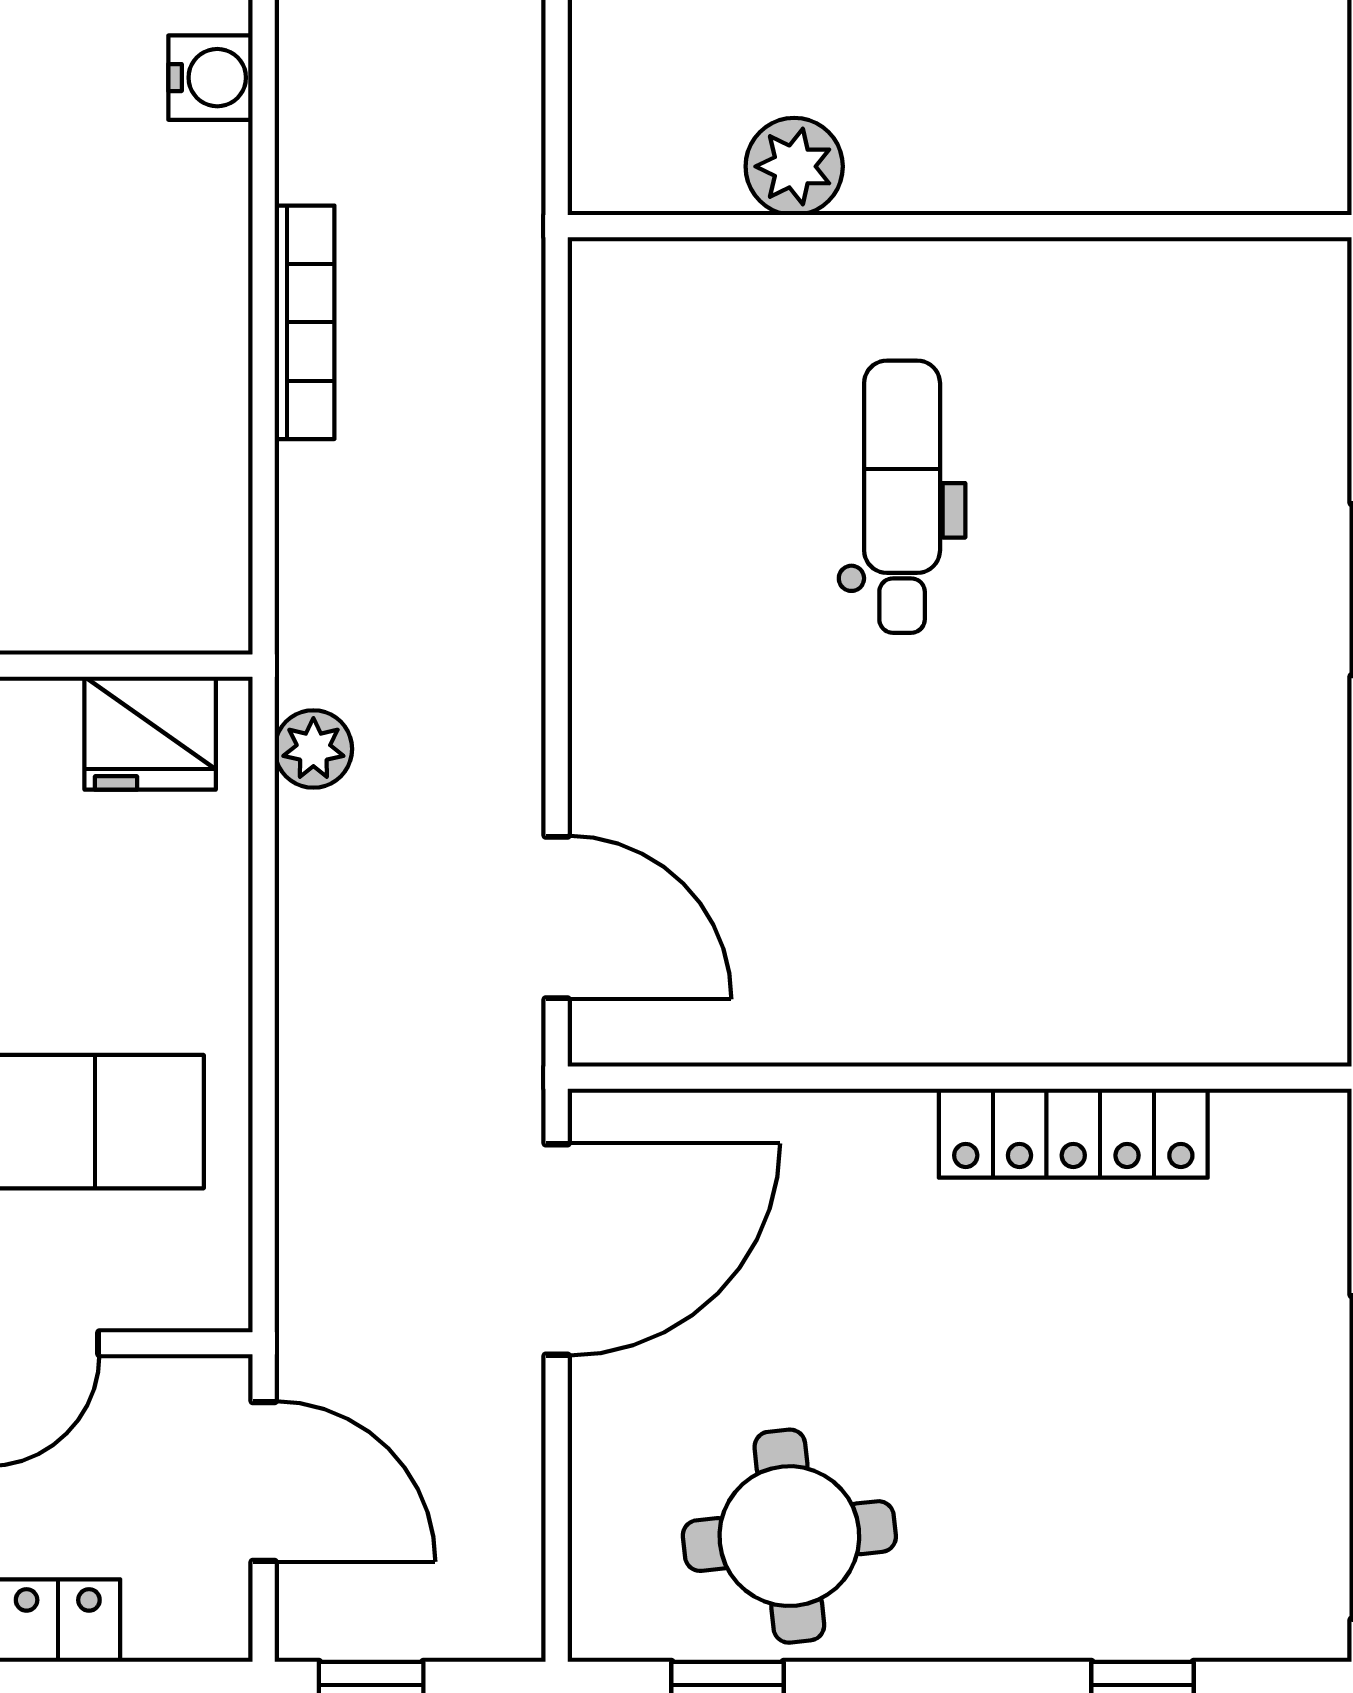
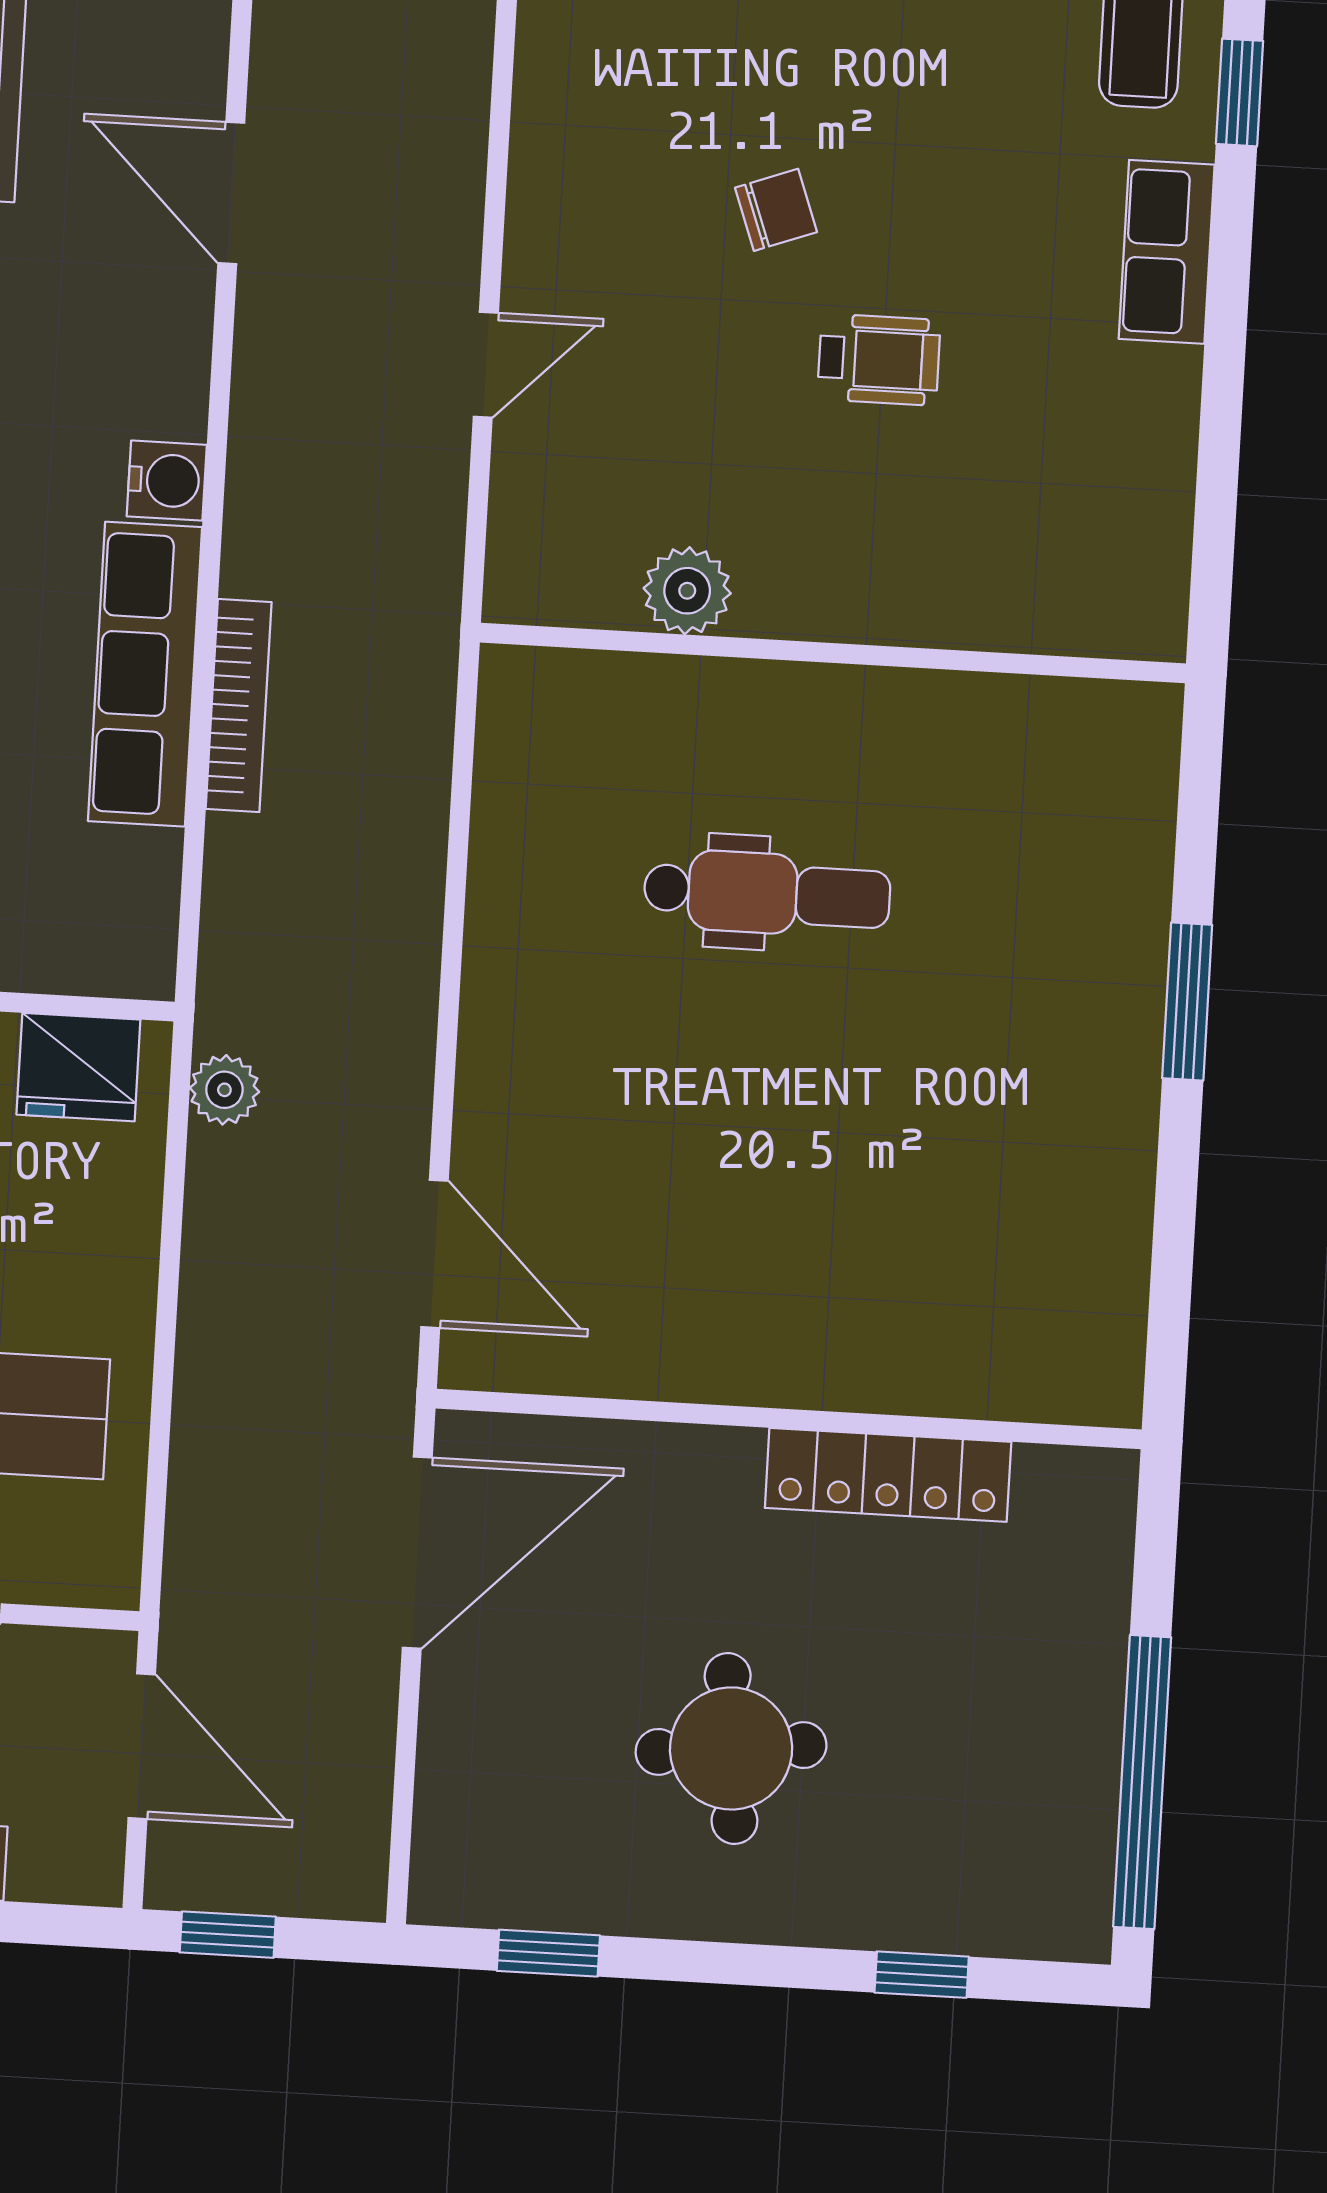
row of seats: (199, 294) -> (145, 674), added
dental chair: (902, 497) -> (767, 893), turned 90
round table: (789, 1536) -> (731, 1748), moved

